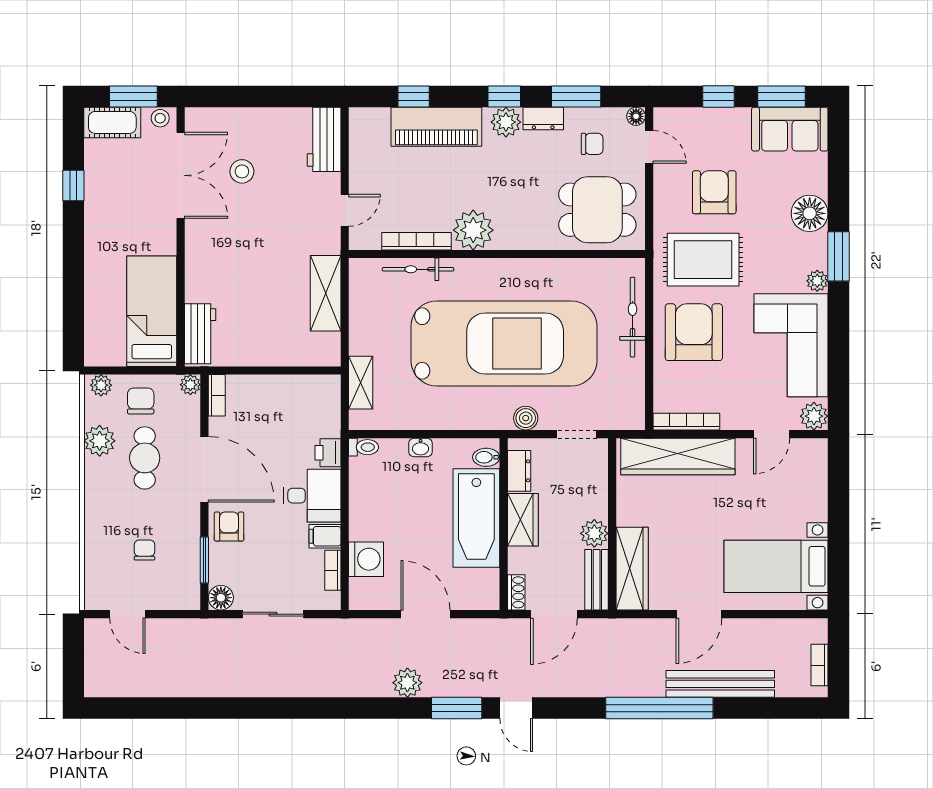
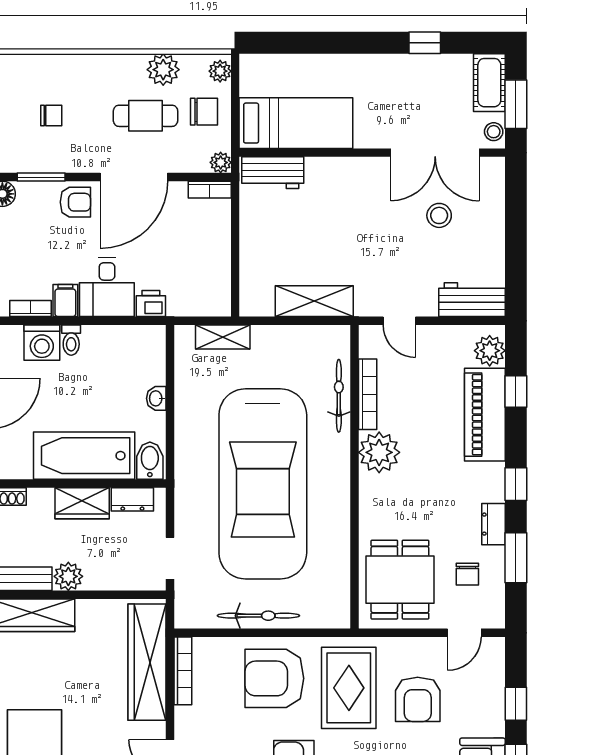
floor lamp: (636, 116) -> (496, 619), removed
plant: (506, 122) -> (490, 351), moved
armchair: (714, 192) -> (418, 699), turned 90
bicycle: (633, 317) -> (258, 616), moved
armchair: (694, 332) -> (274, 678), turned 180
boiler: (526, 418) -> (186, 506), removed
toilet: (364, 447) -> (71, 340), moved
bidet: (486, 457) -> (150, 461), width x1.38, depth x1.36

